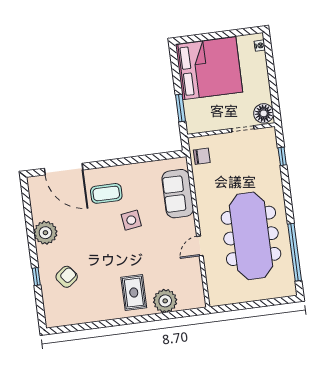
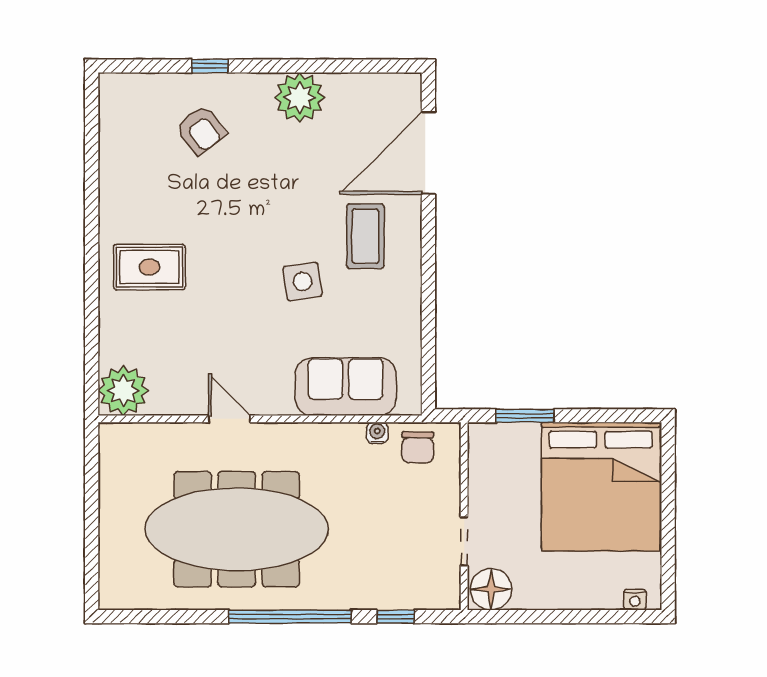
water cooler: (197, 176) -> (377, 433), added
window: (295, 252) -> (290, 617), moved
plant: (165, 301) -> (123, 391), moved

